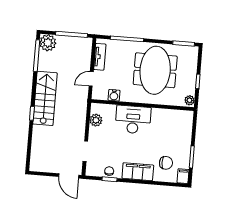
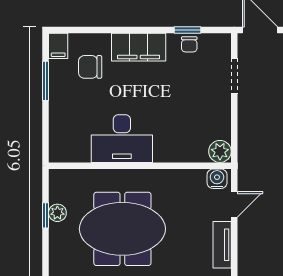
meeting table: (155, 70) -> (122, 229), turned 90
water cooler: (114, 95) -> (217, 179), moved
plant: (190, 100) -> (57, 213), moved
plant: (96, 120) -> (220, 151), moved
desk: (133, 120) -> (122, 139), moved

